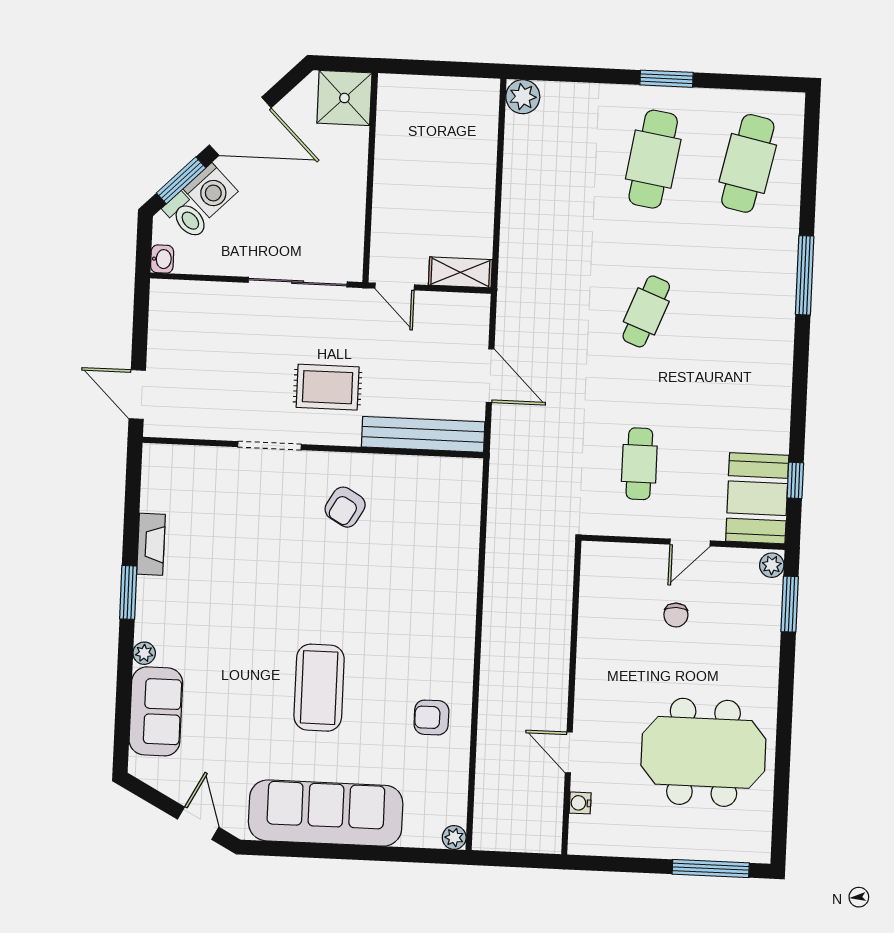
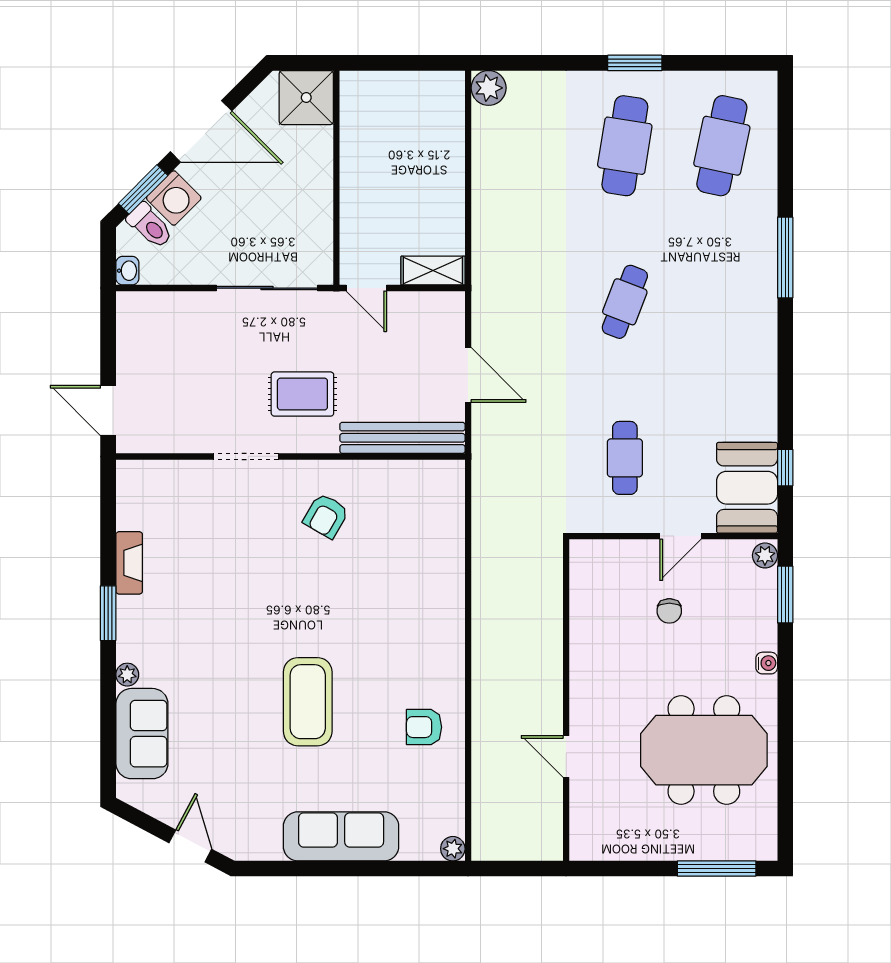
water cooler: (580, 803) -> (767, 663), moved, turned 180
sofa: (326, 813) -> (341, 836), width x0.74, depth x0.79

